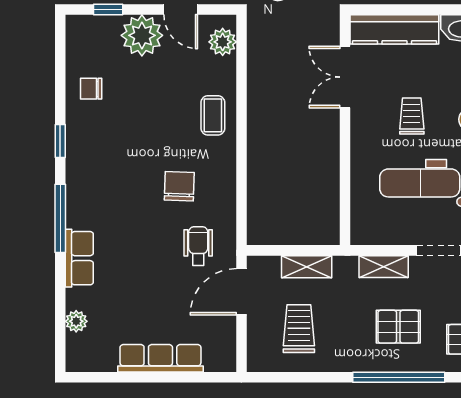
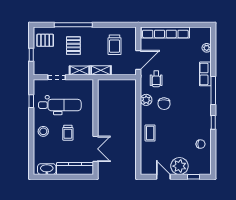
plant: (223, 42) -> (146, 100), moved
shelving: (307, 267) -> (101, 70), moved
pallet: (398, 327) -> (73, 46), turned 90
row of seats: (160, 358) -> (165, 33), width x1.36

